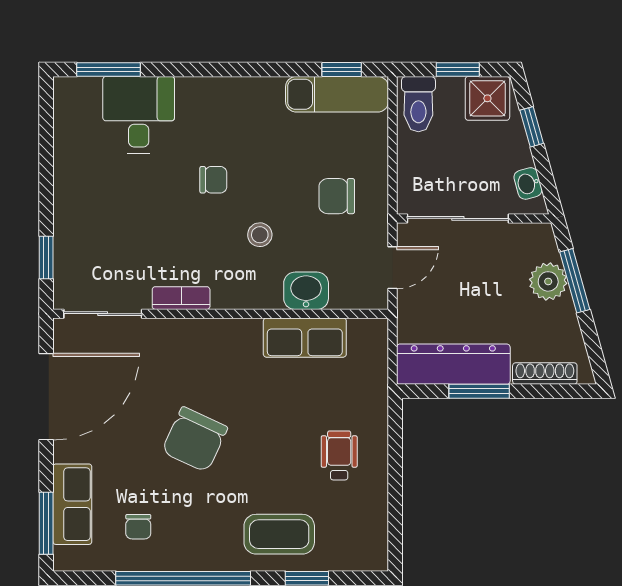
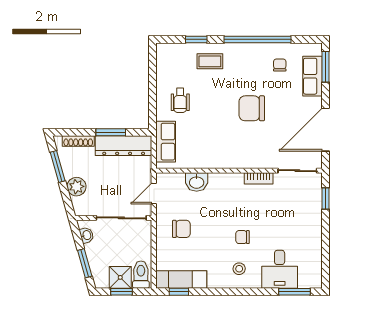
shower: (487, 98) -> (120, 277), moved
window: (532, 127) -> (85, 263), width x1.50
stool: (260, 235) -> (239, 269), moved
window: (575, 281) -> (58, 167), moved
row of seats: (305, 338) -> (166, 142), moved, turned 90
chair: (195, 439) -> (252, 108), turned -115
coffee table: (279, 534) -> (210, 61), width x0.73, depth x0.77

